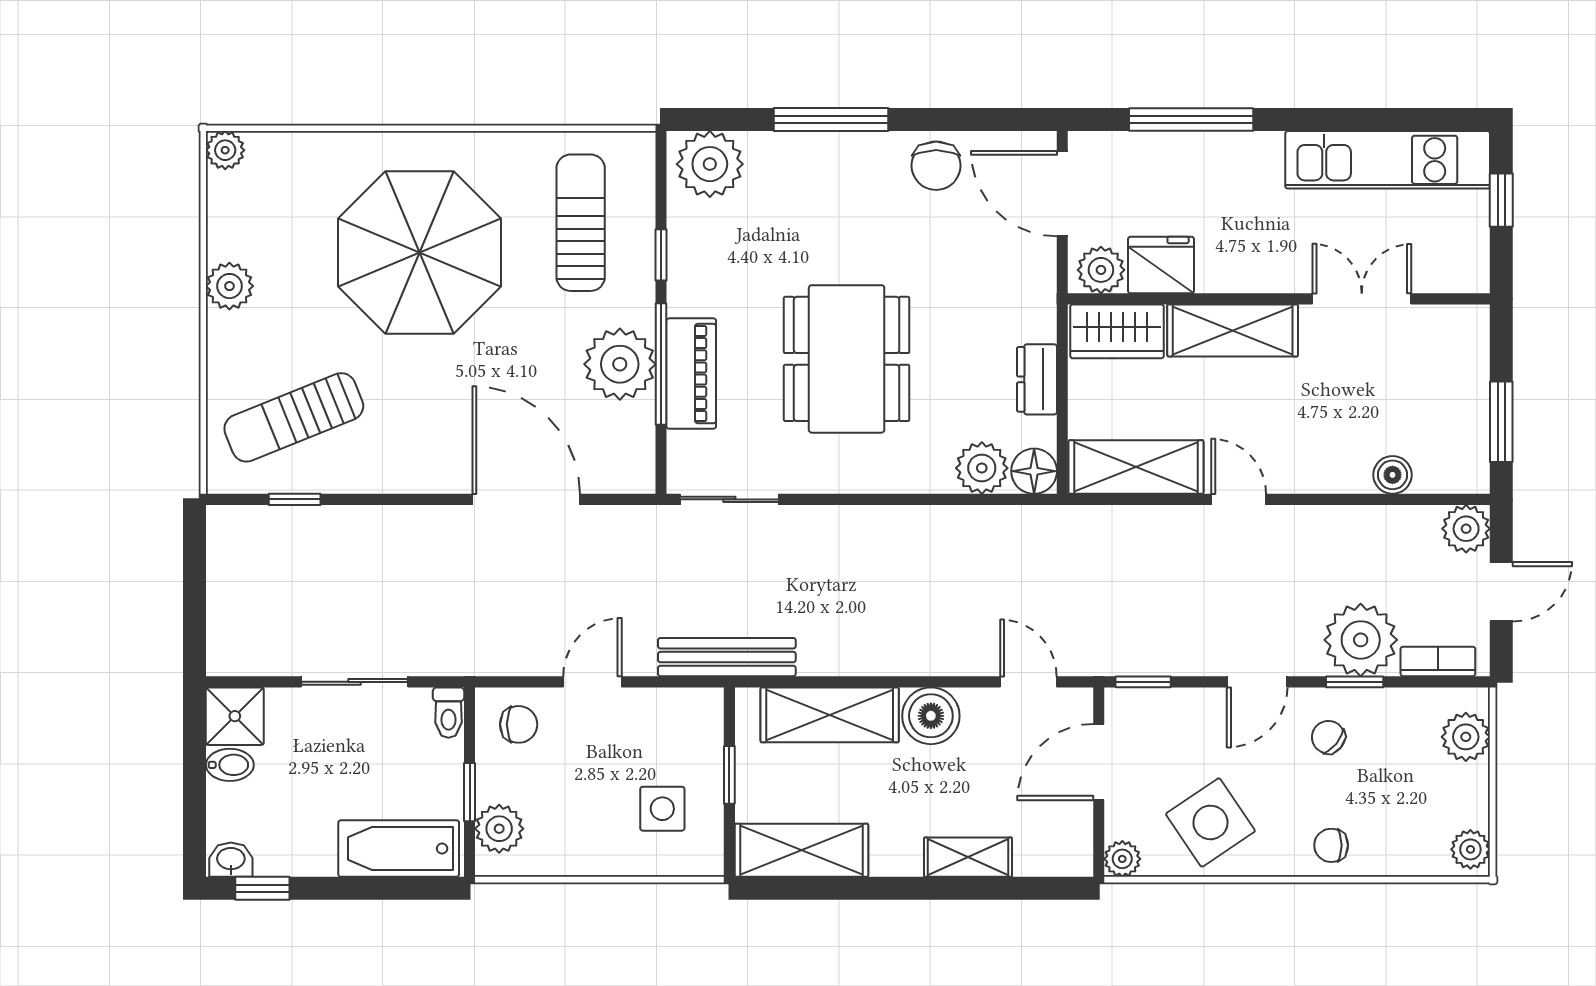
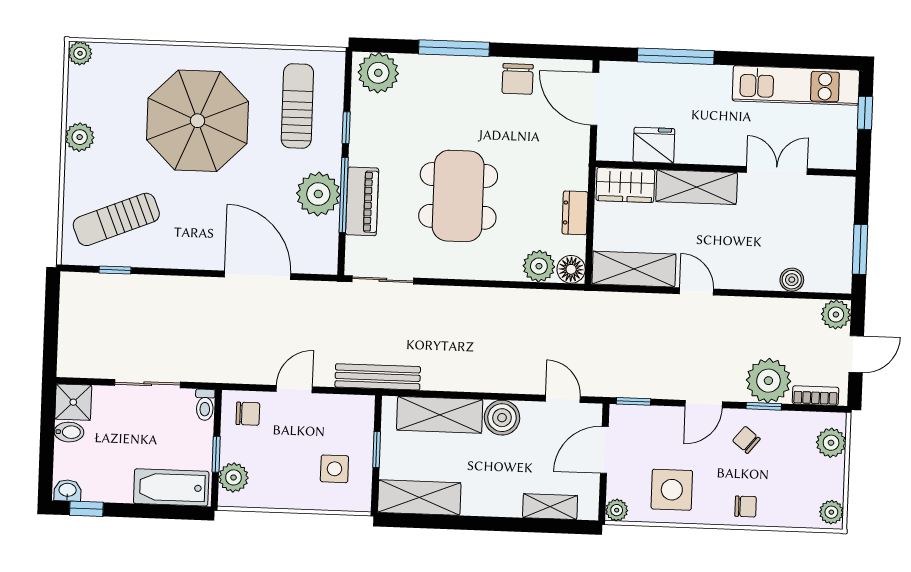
plant: (1101, 270) -> (617, 147), removed
side table: (1210, 822) -> (672, 490), turned 34
chair: (1331, 845) -> (746, 506), turned 180
shelving: (968, 857) -> (550, 507), moved

